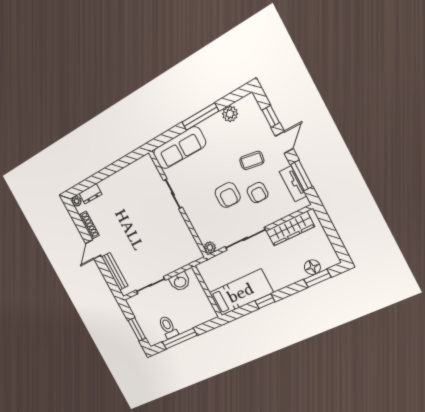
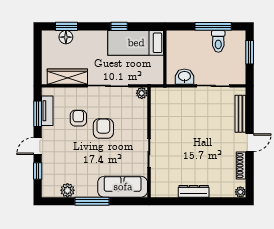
coffee table: (252, 160) -> (70, 145), removed
dresser: (90, 194) -> (194, 191), moved, width x1.44

